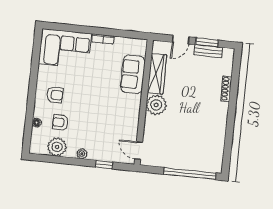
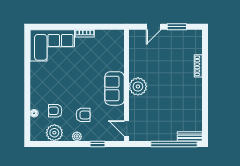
bench: (208, 51) -> (190, 136), moved
sofa: (133, 74) -> (115, 88), moved
wardrobe: (157, 74) -> (136, 59), removed
armchair: (55, 95) -> (83, 115), moved

